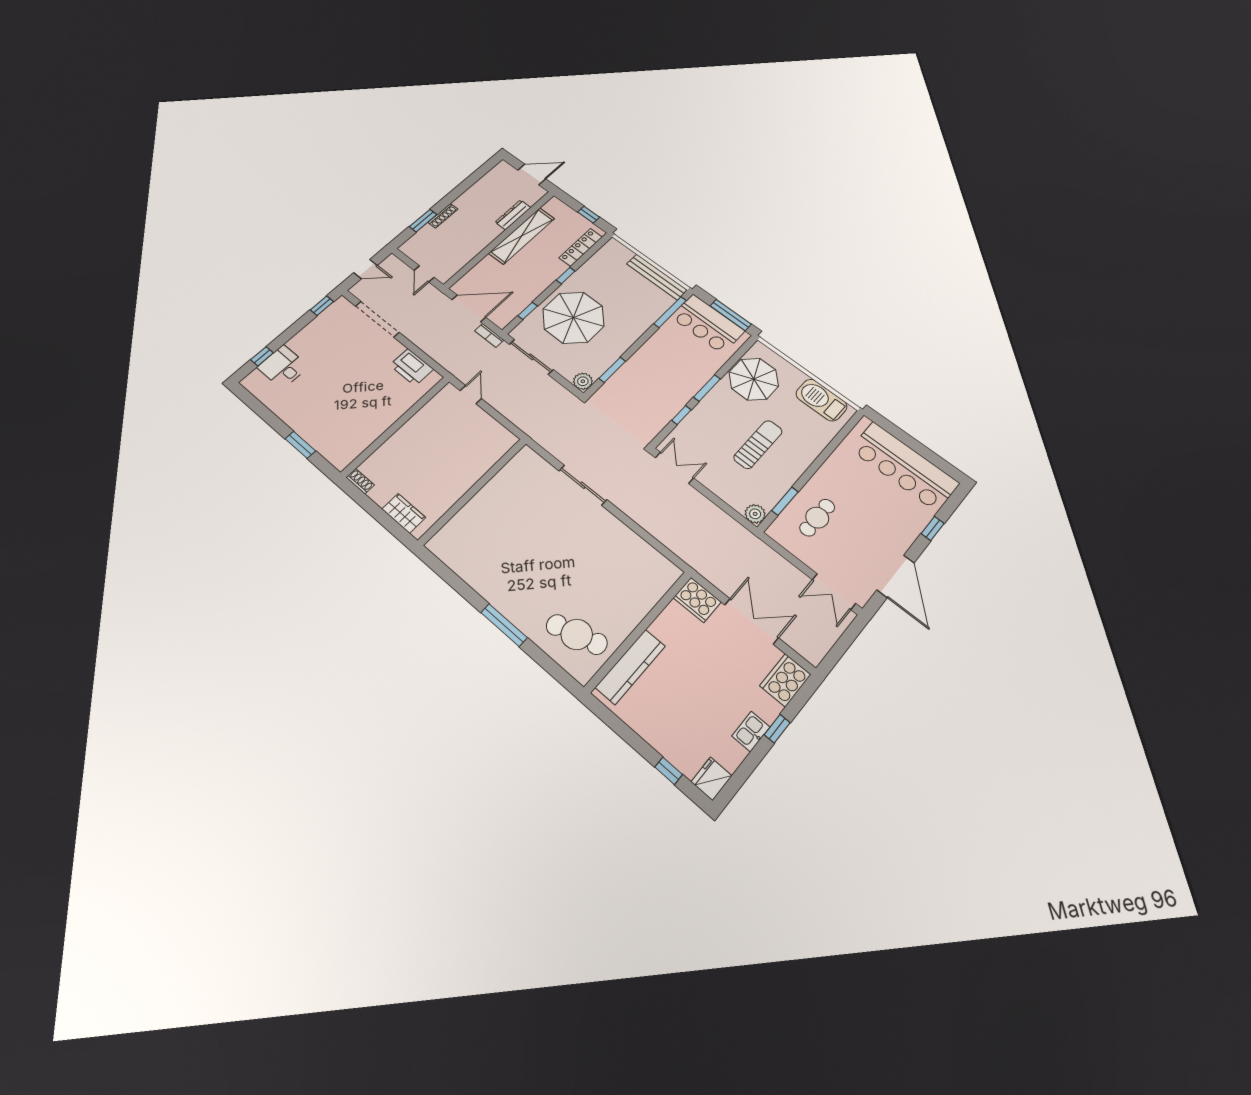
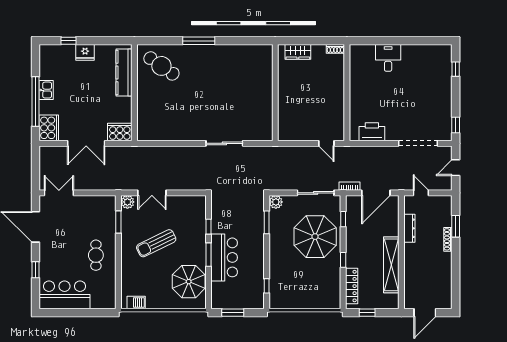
dresser: (513, 215) -> (409, 228), moved
bench: (657, 277) -> (293, 303), removed
window: (670, 312) -> (267, 286), width x0.46
window: (731, 315) -> (233, 313), width x0.69
bar counter: (708, 324) -> (224, 257), moved, turned 90
desk: (283, 367) -> (388, 58), moved, turned -90
barbecue: (821, 400) -> (136, 303), width x0.53, depth x0.65
sun lounger: (758, 444) -> (156, 243), turned 64
window: (300, 445) -> (384, 41), removed
bar counter: (904, 466) -> (64, 295), width x0.73
double door: (674, 468) -> (152, 193), moved
cafe table: (817, 518) -> (96, 255), moved
cafe table: (577, 634) -> (161, 66), turned 51
window: (777, 729) -> (35, 102), width x3.17
fridge: (711, 779) -> (85, 52), moved, turned 90

